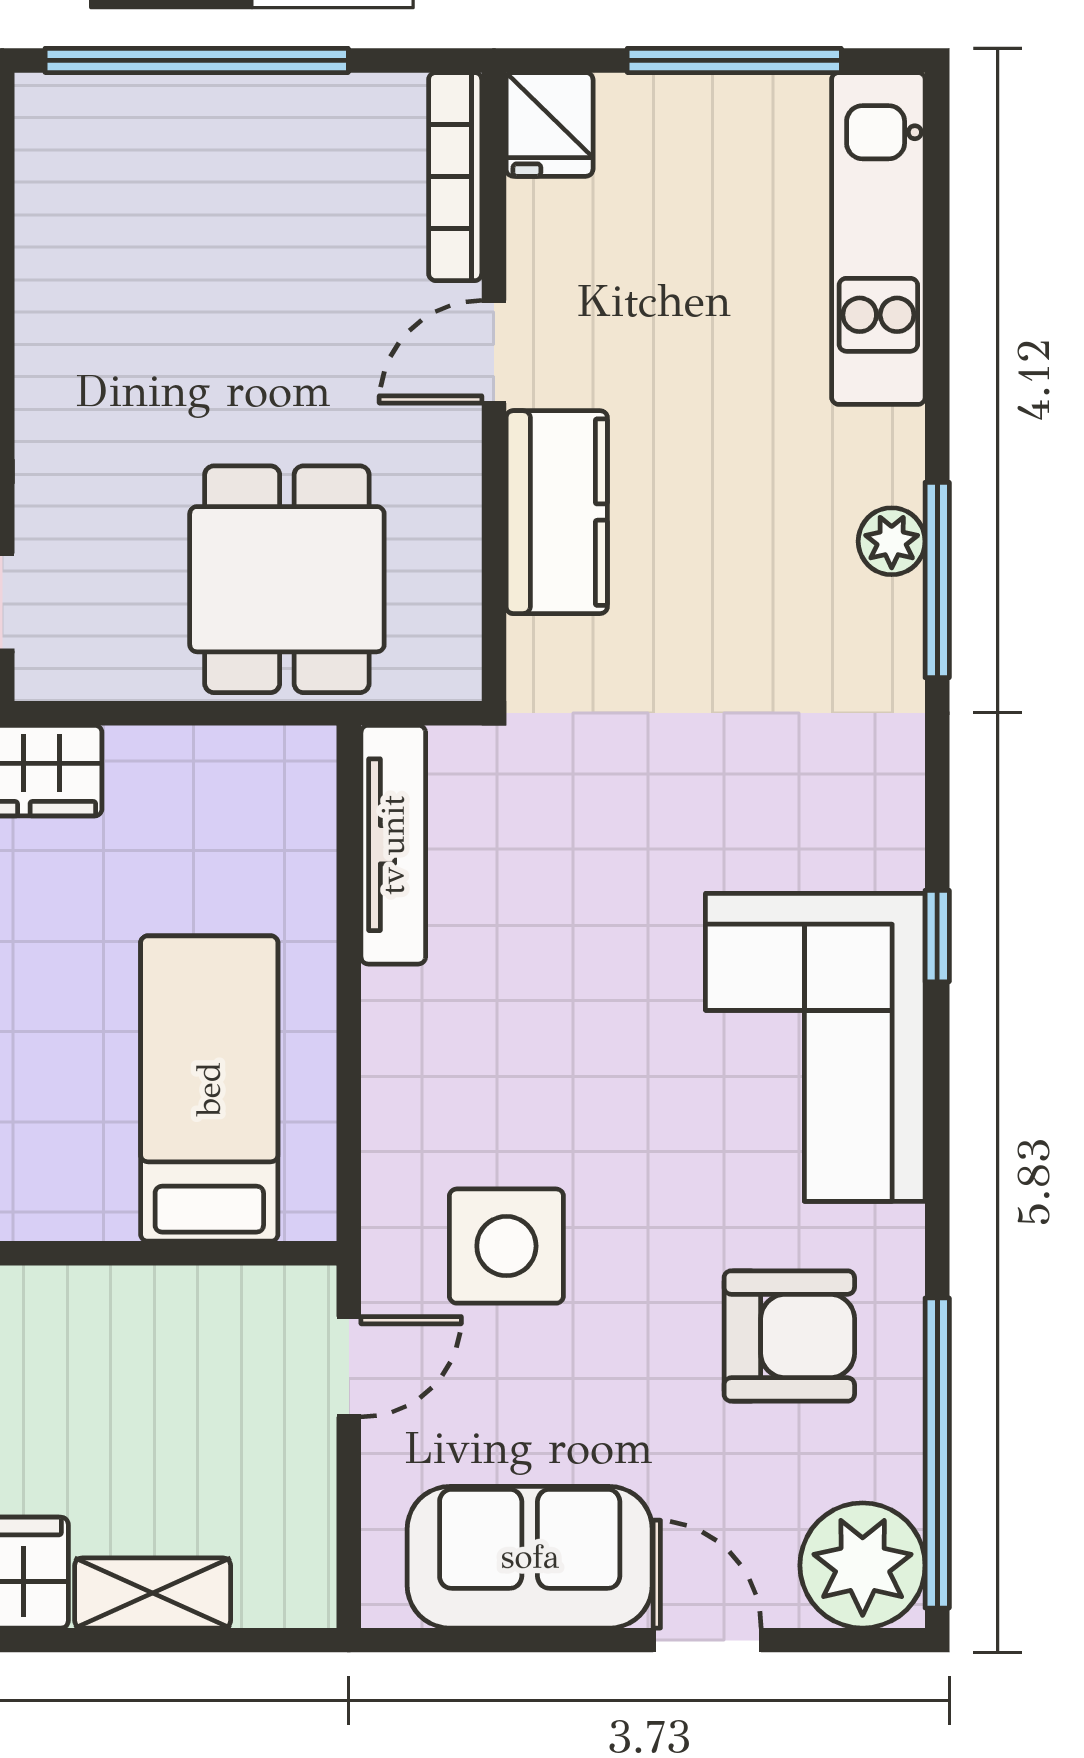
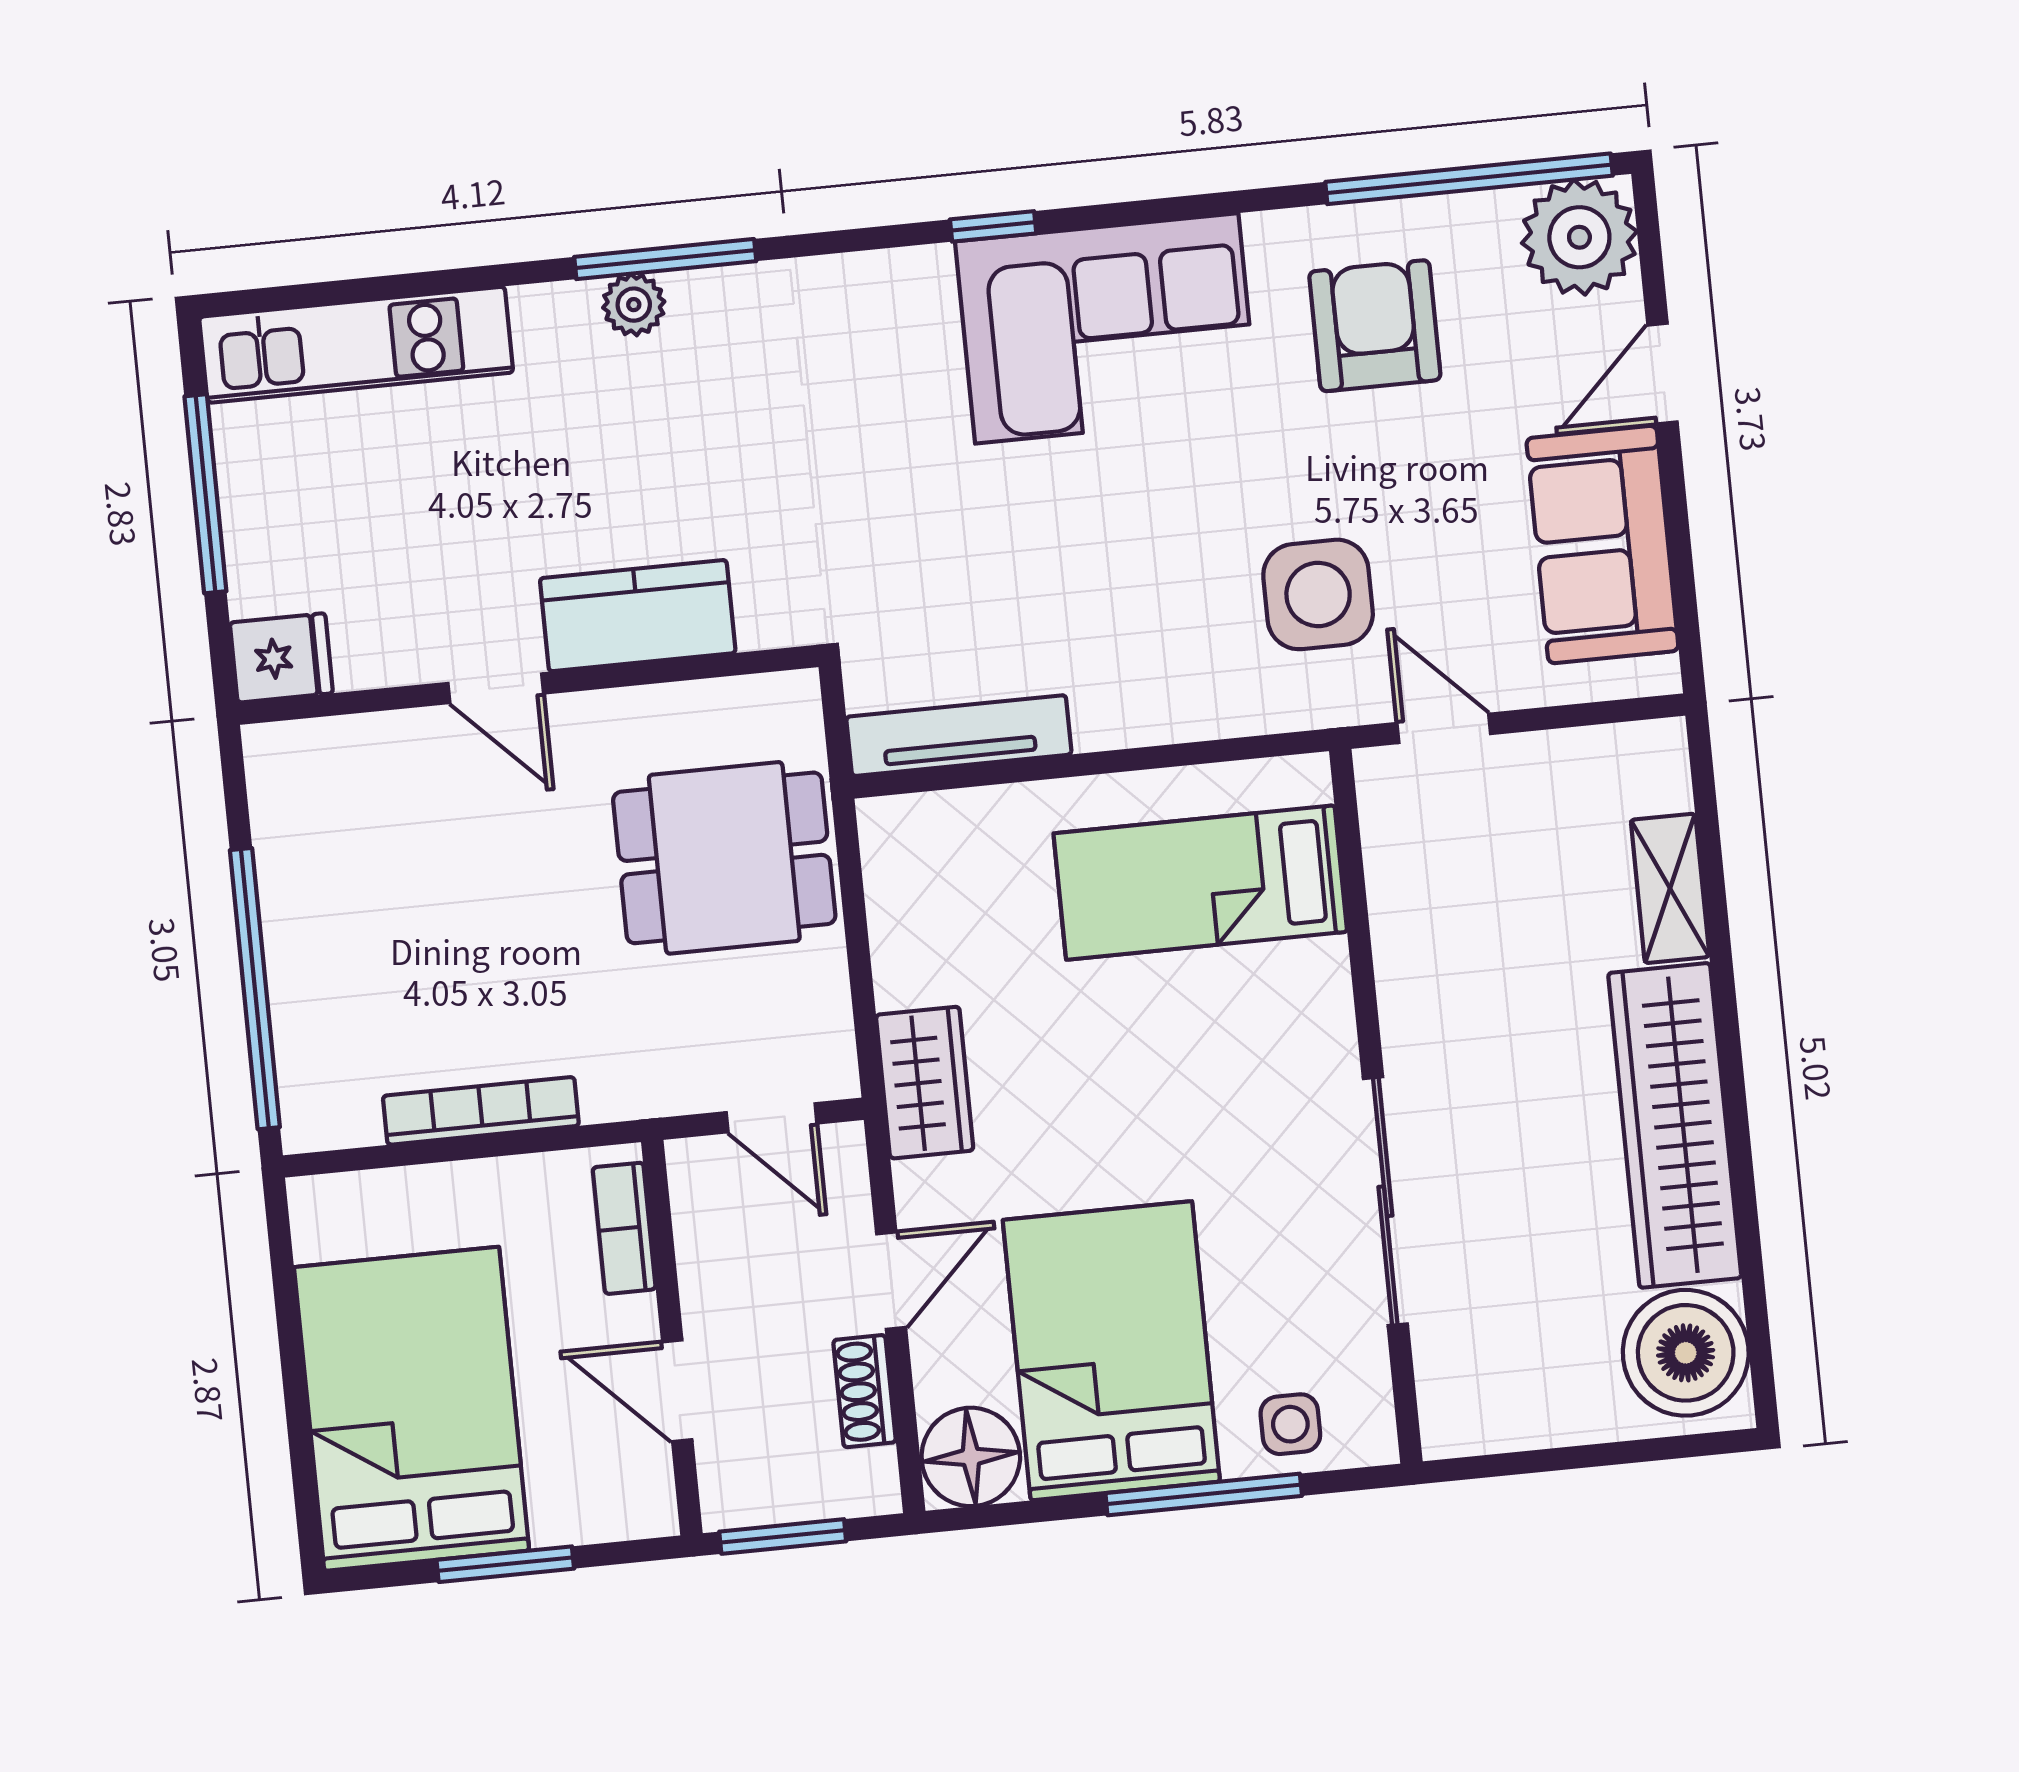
bookcase: (455, 177) -> (481, 1111), moved, turned 180

